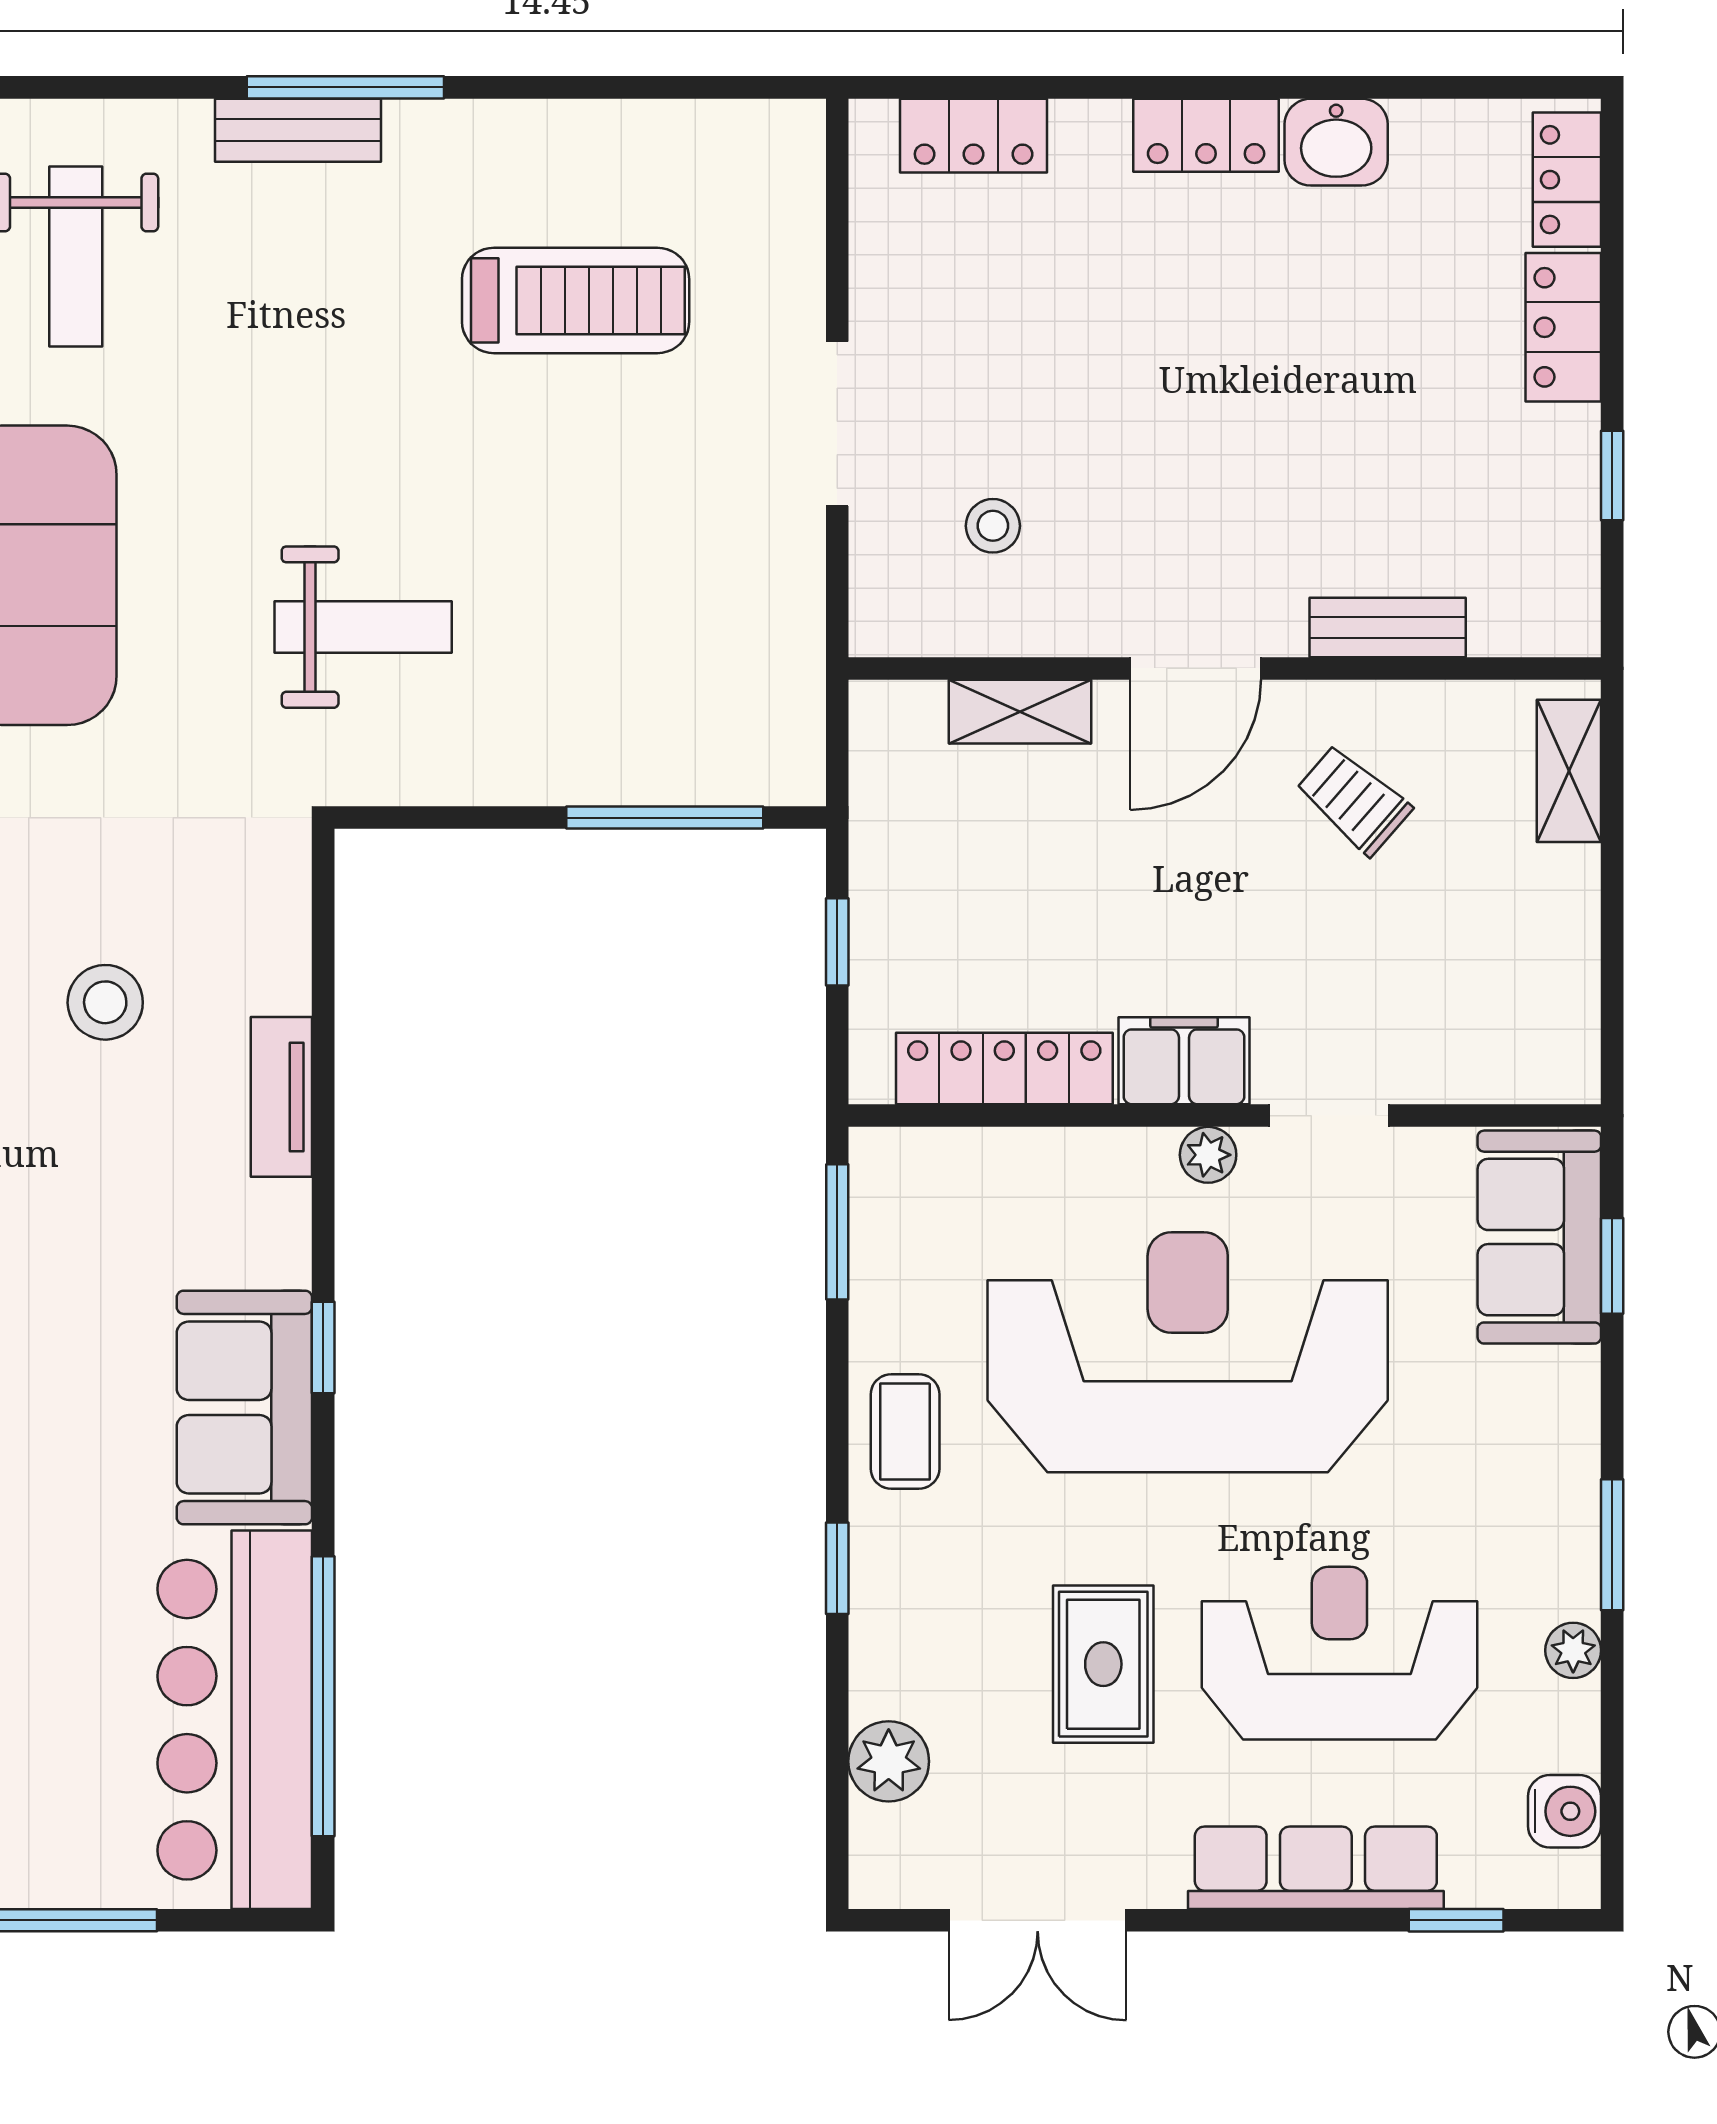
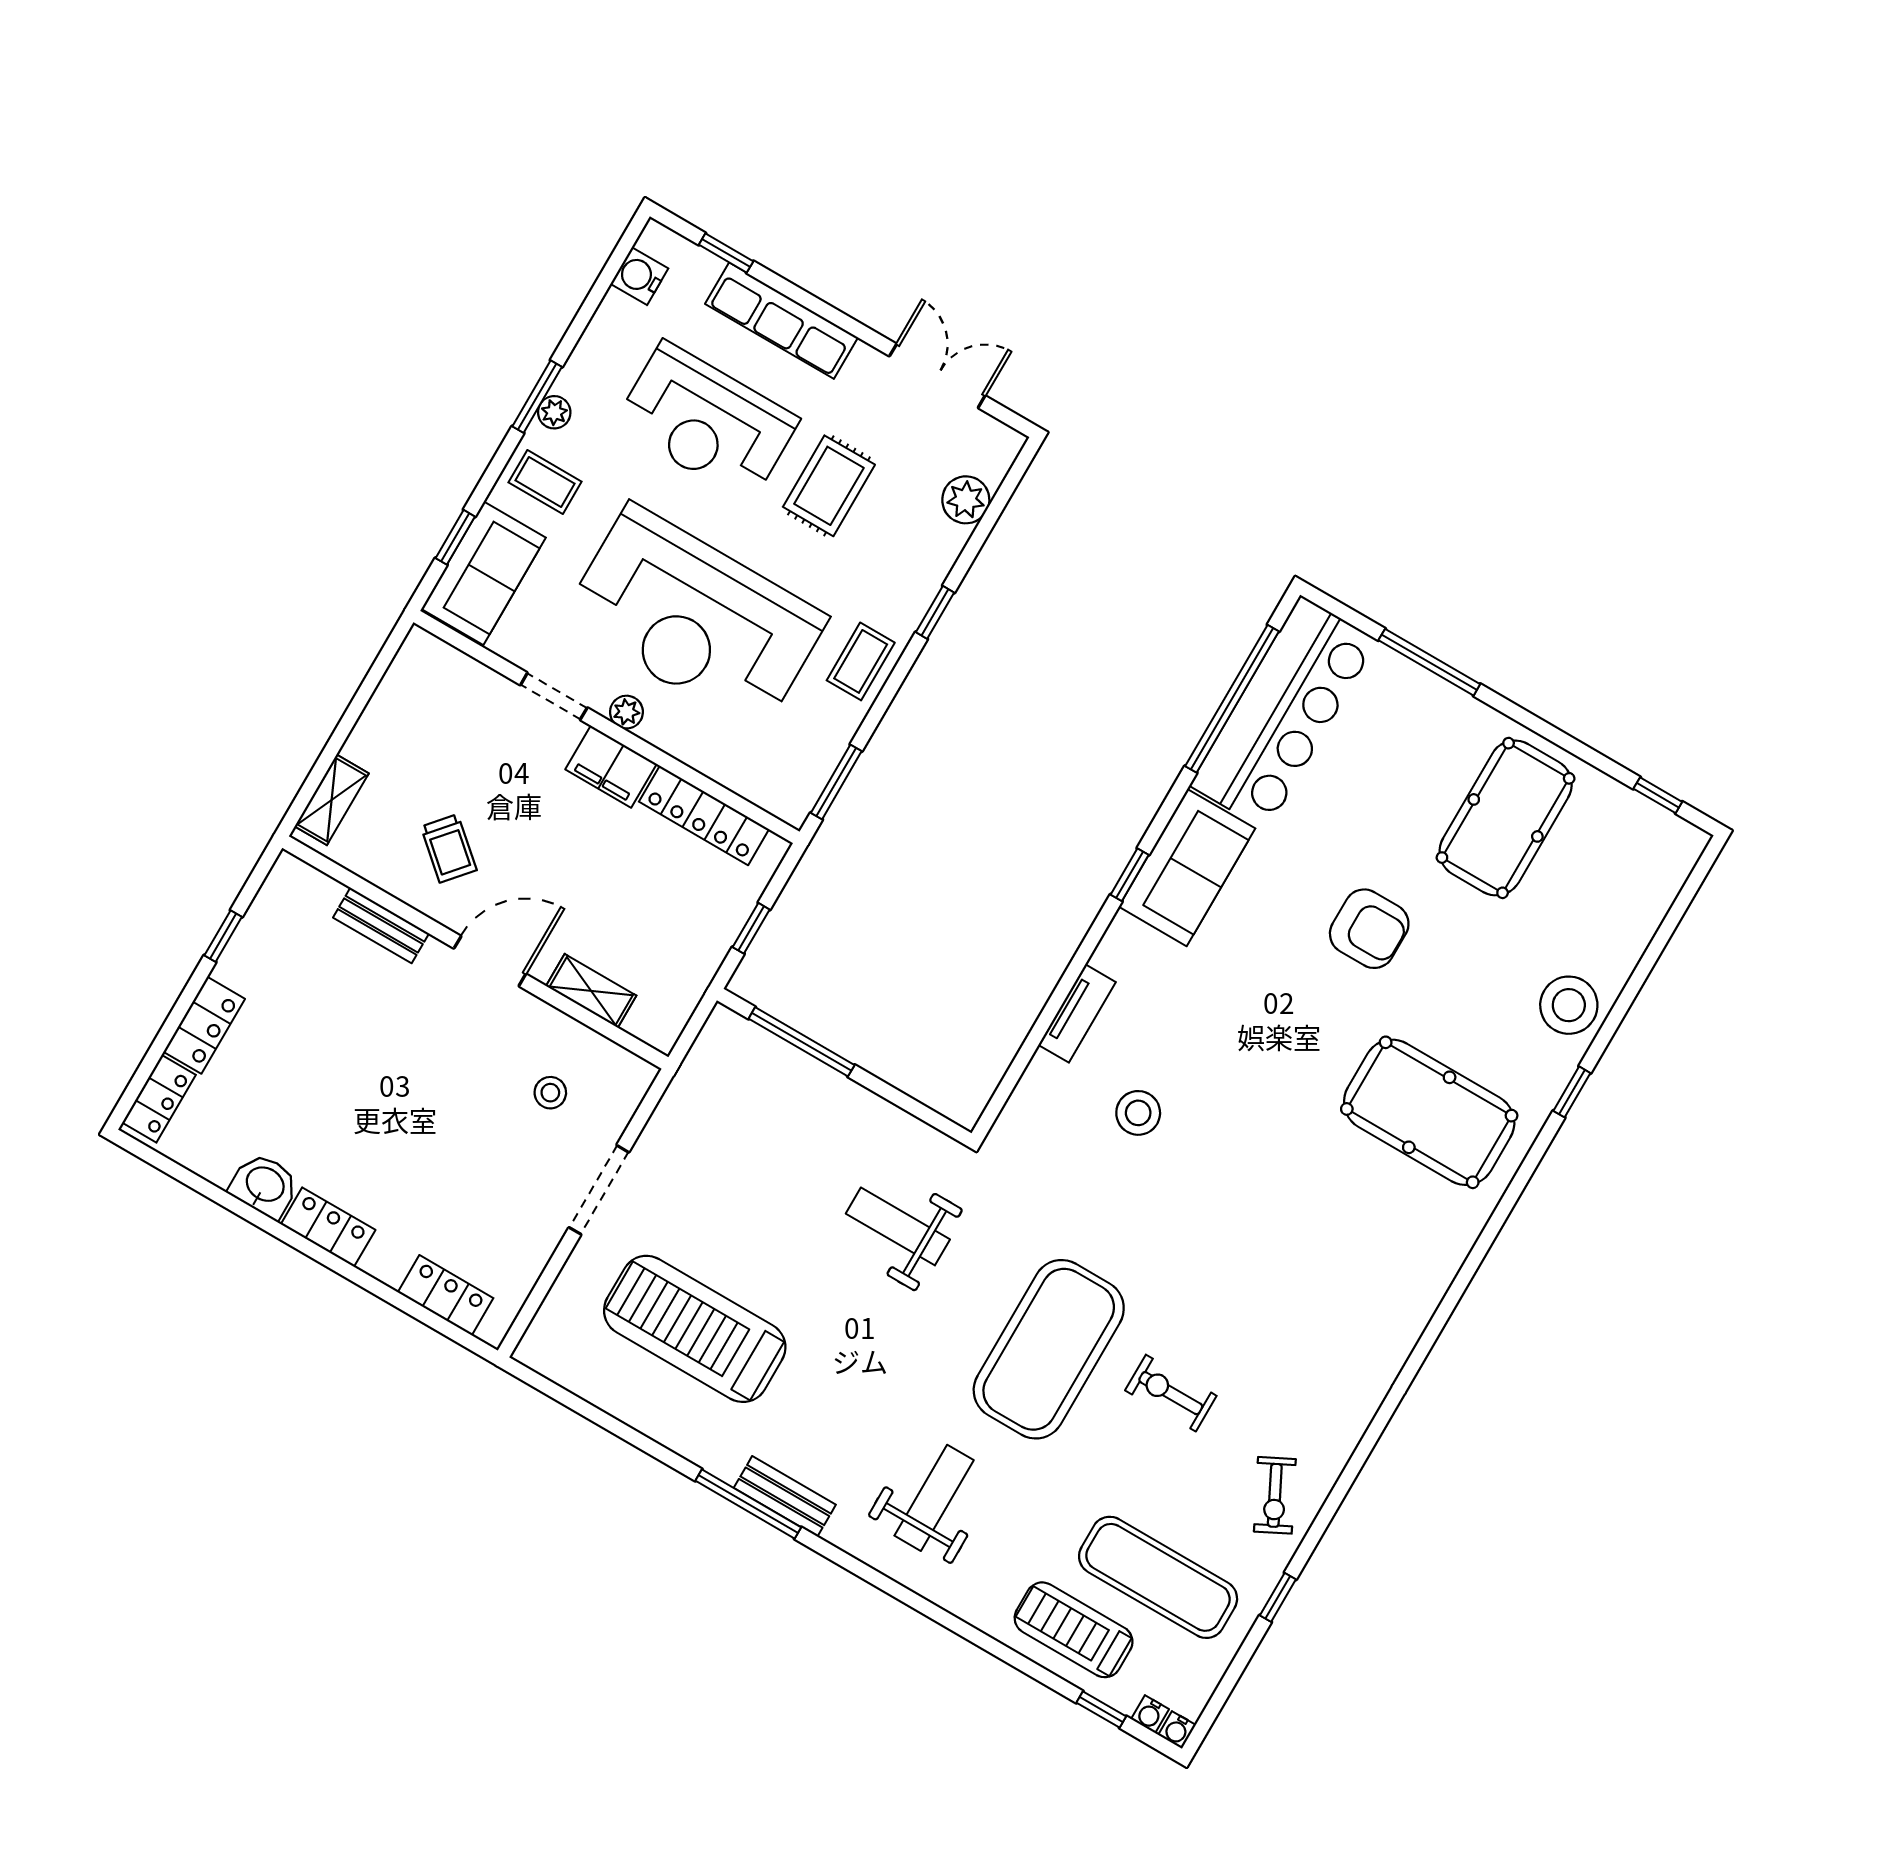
treadmill: (576, 300) -> (695, 1329), width x1.37, depth x1.38
coffee table: (1527, 1425) -> (545, 482), added
plant: (1573, 1650) -> (554, 412), moved

